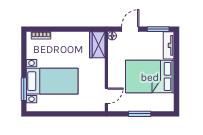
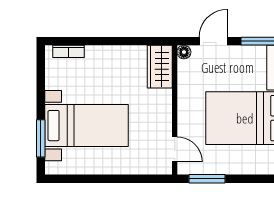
door: (106, 96) -> (175, 149), hinge flipped
window: (140, 114) -> (207, 179), moved

